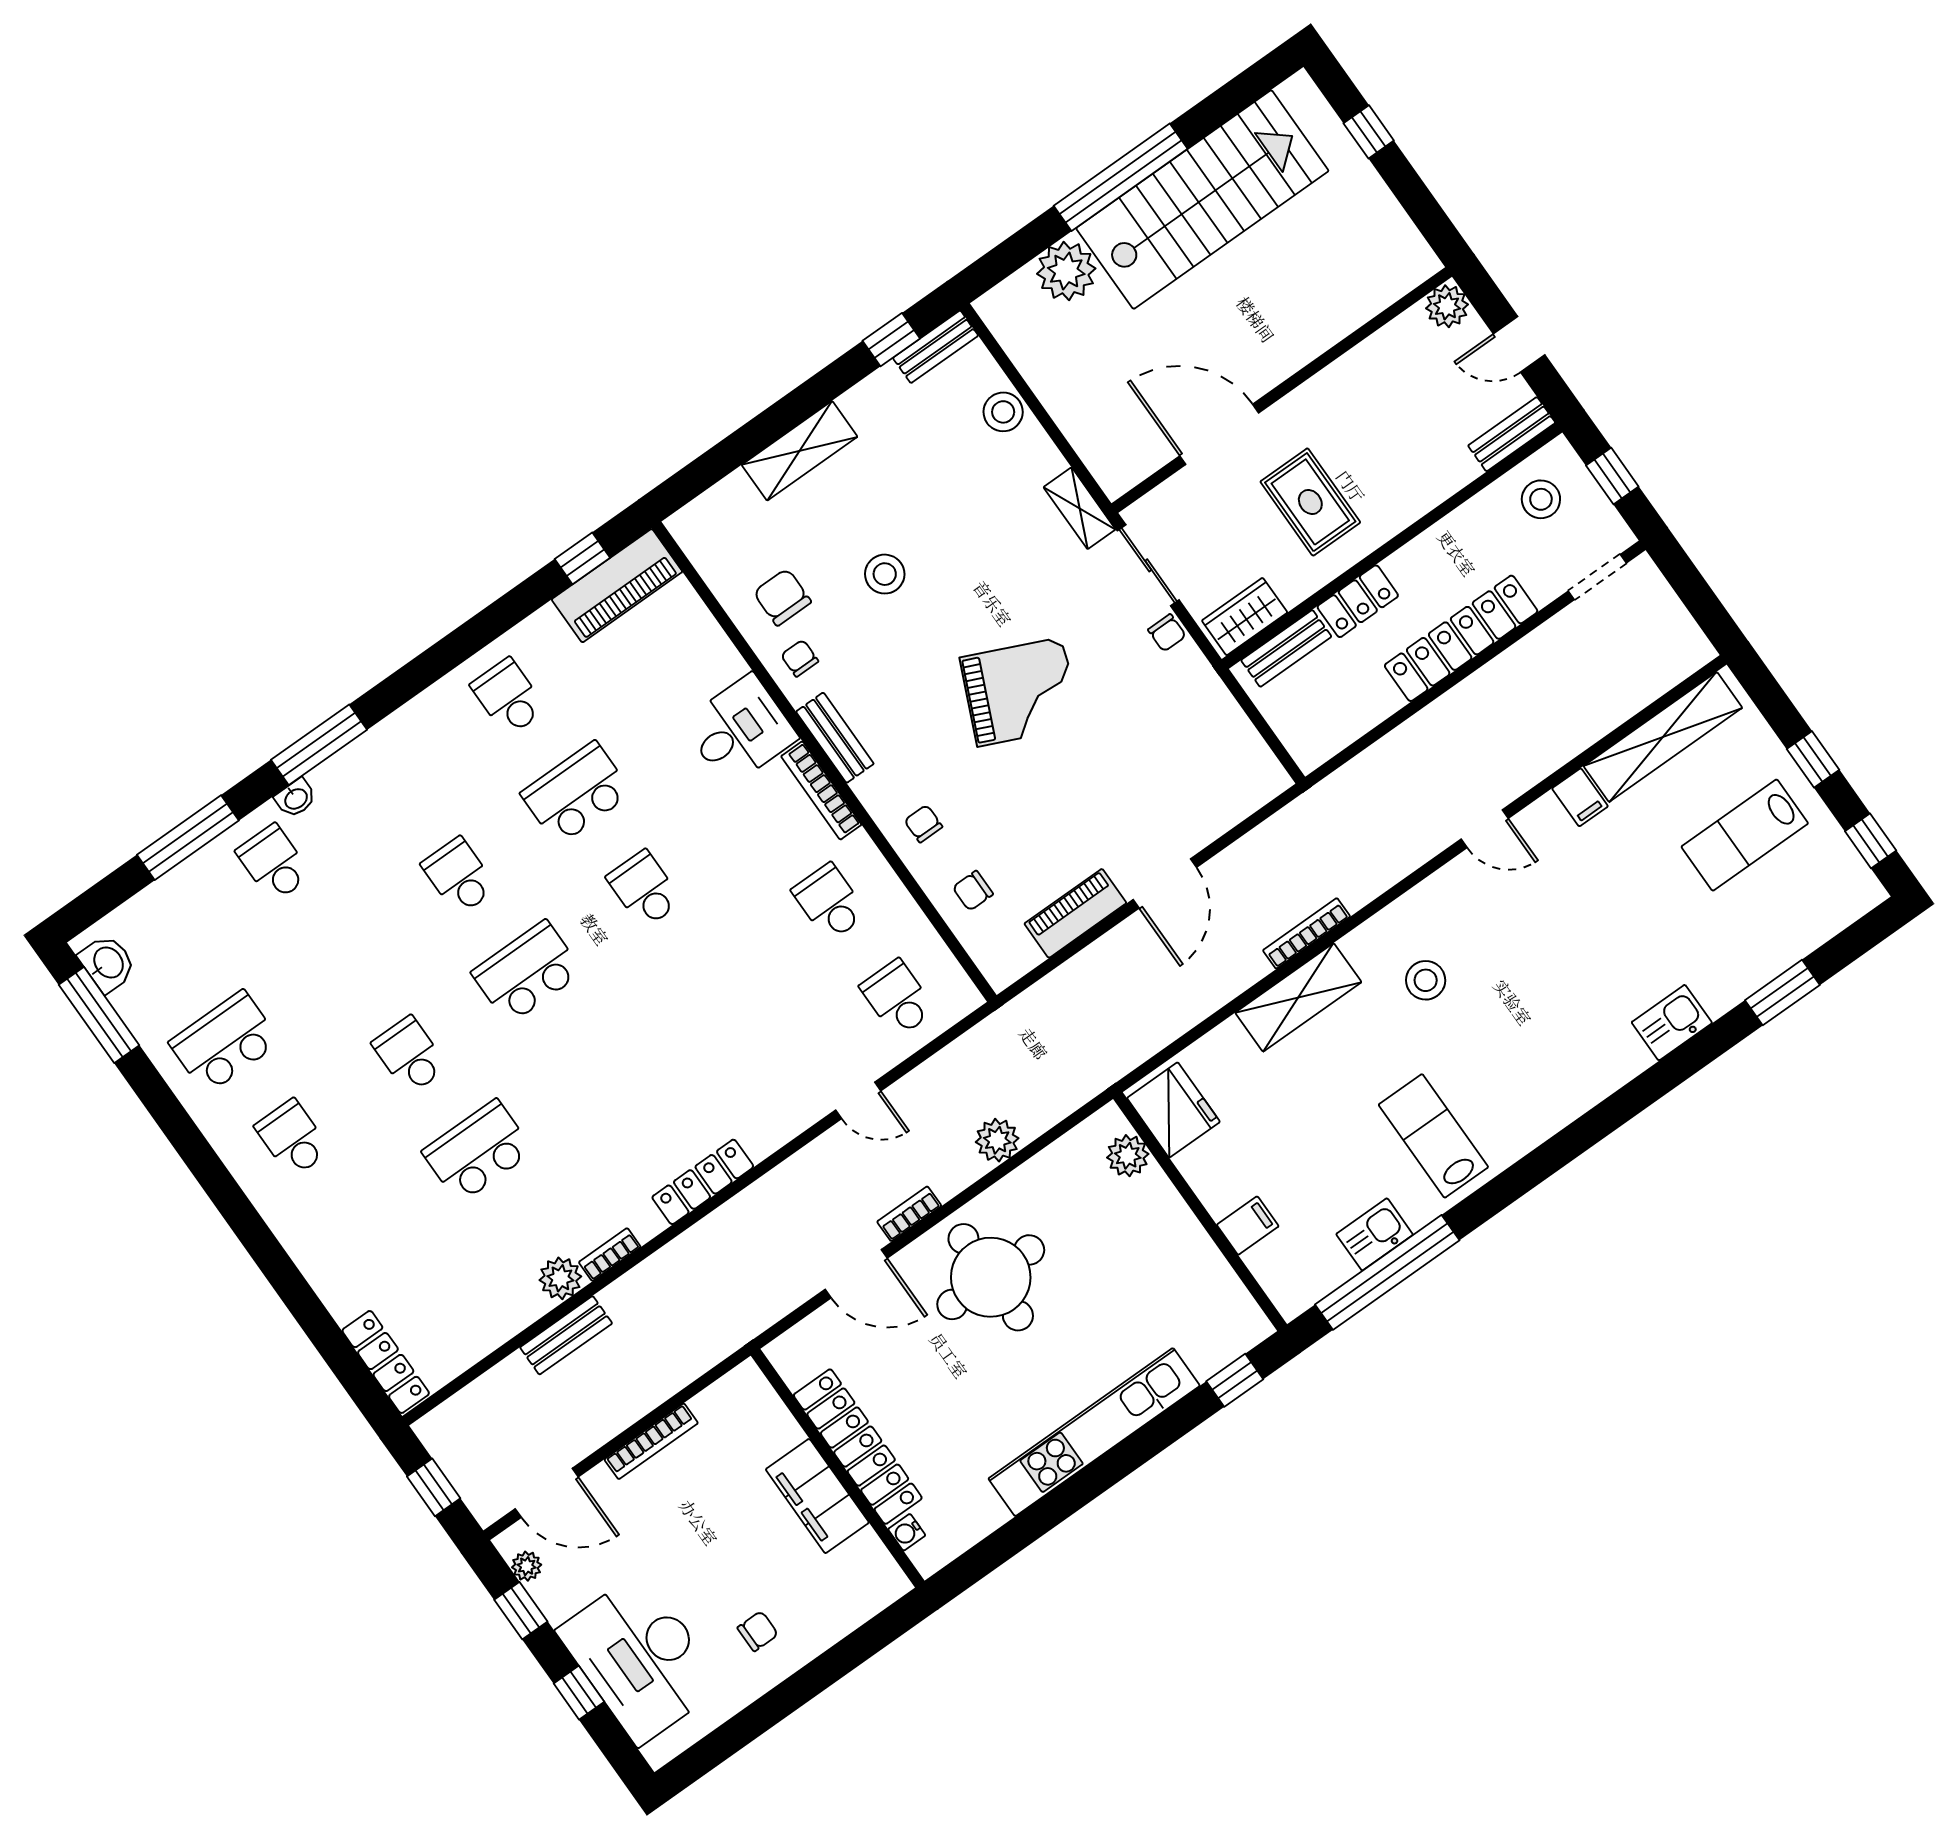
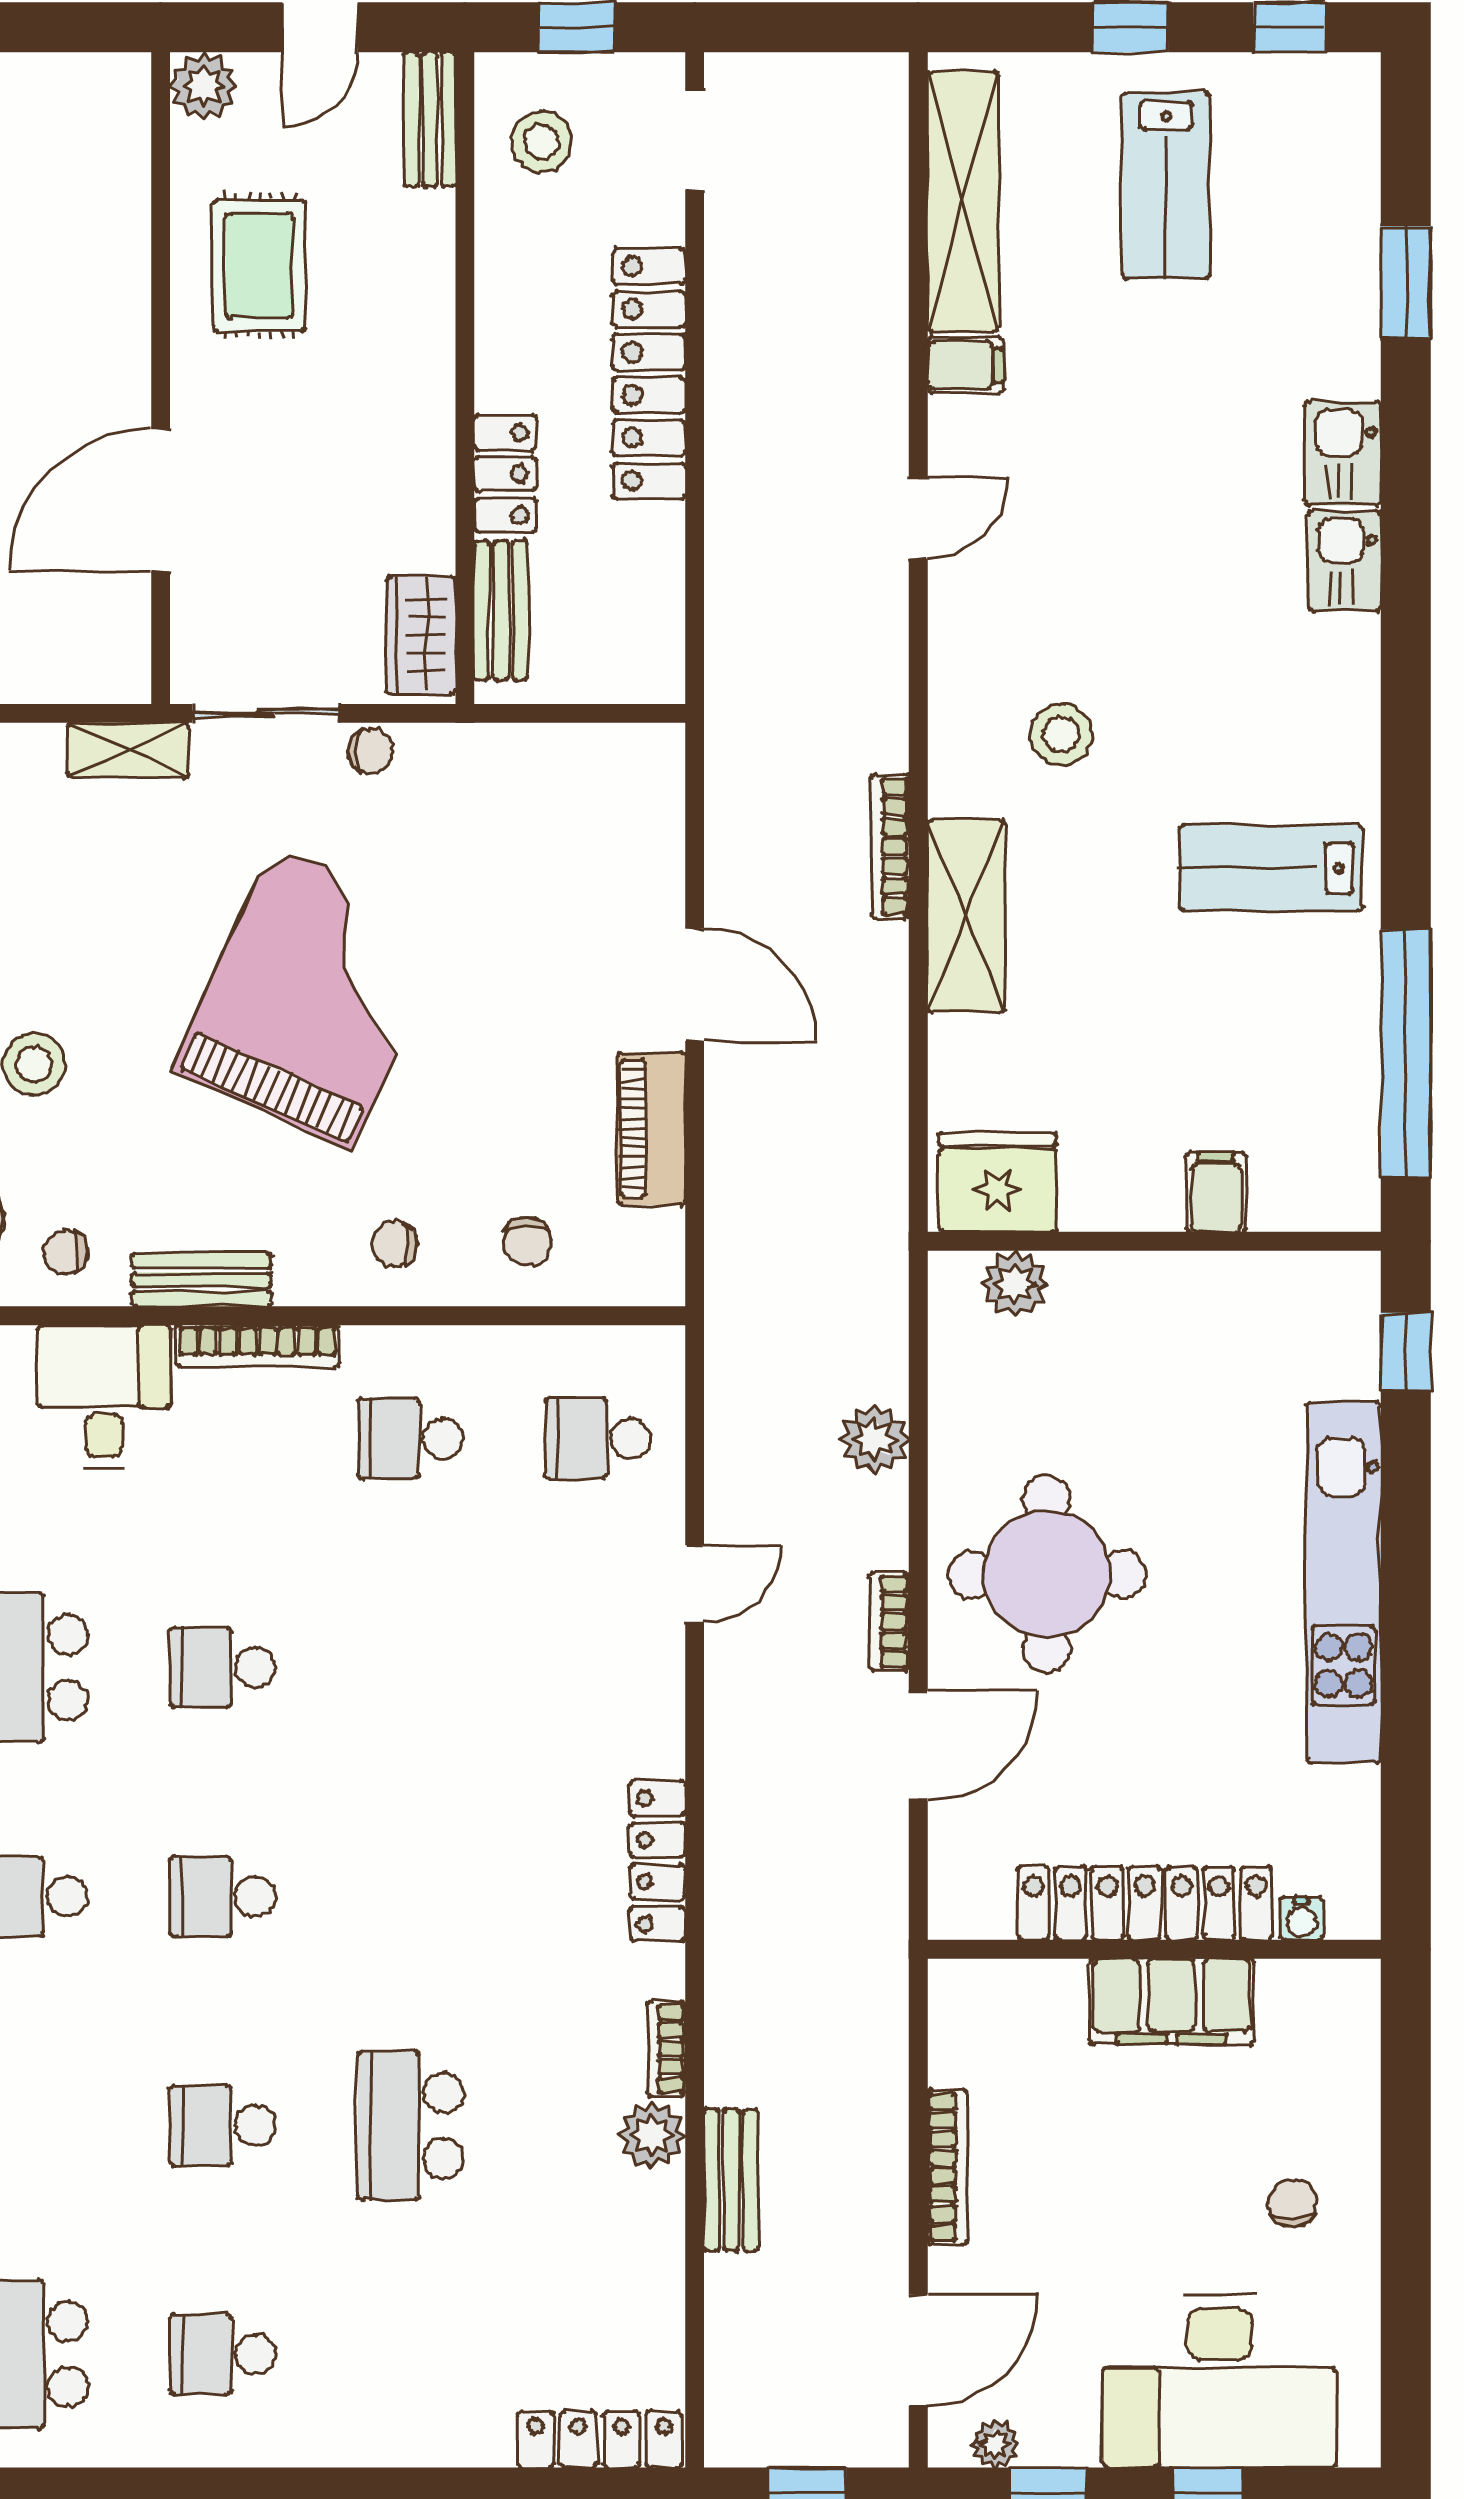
rug: (1310, 502) -> (259, 266), moved, turned 90
grand piano: (1020, 692) -> (312, 997), width x1.37, depth x1.48
school desk: (527, 972) -> (223, 1896), width x0.54
kitchen sink: (1375, 1234) -> (1345, 561), moved

